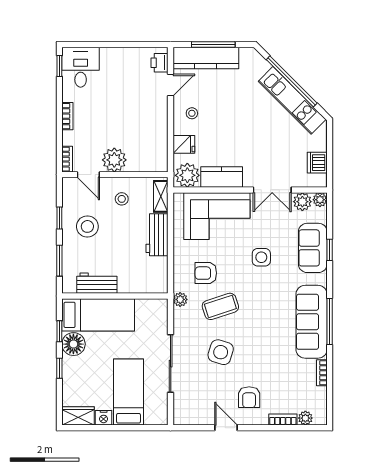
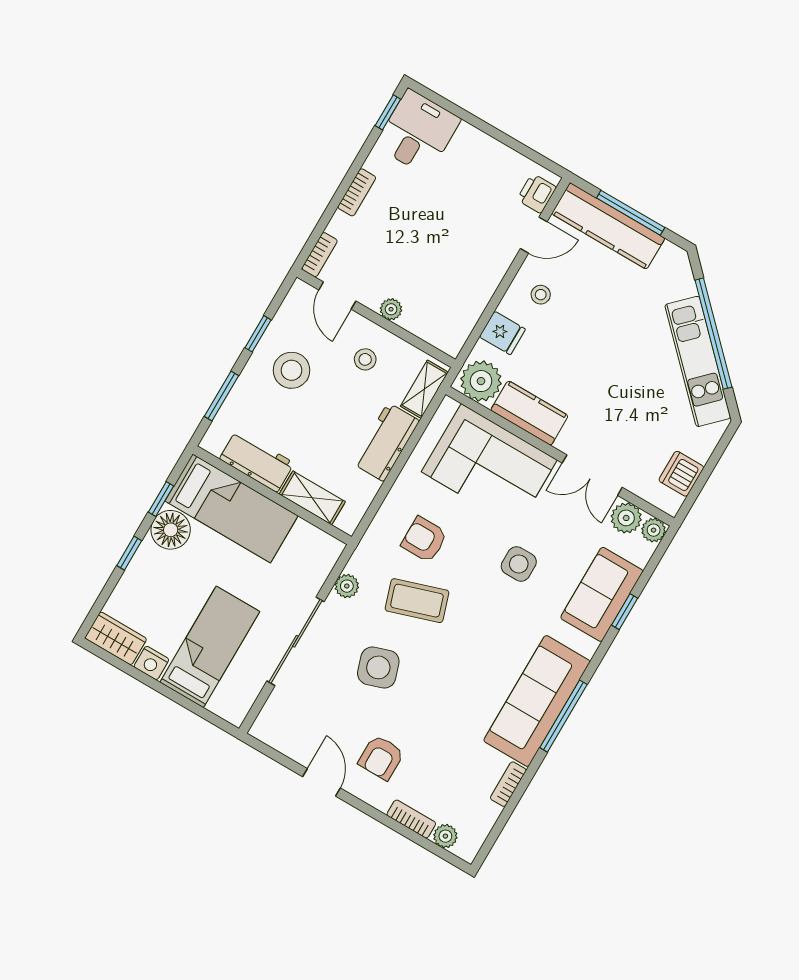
plant: (114, 160) -> (391, 309), width x0.53, depth x0.53
shelving: (136, 285) -> (312, 498), added
plant: (180, 299) -> (347, 586), moved
side table: (221, 352) -> (378, 667), turned -35

